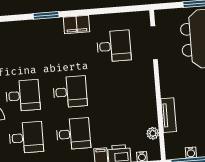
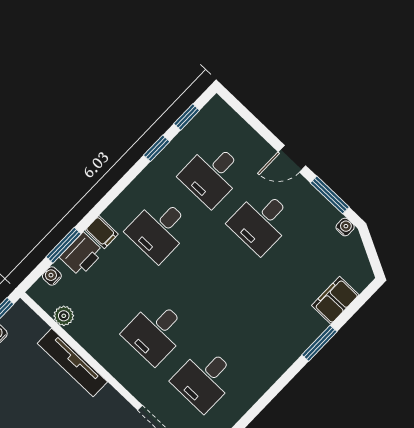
filing cabinet: (76, 24) -> (335, 300), moved
desk: (70, 92) -> (155, 332), moved
tv unit: (169, 115) -> (72, 363), width x1.41

